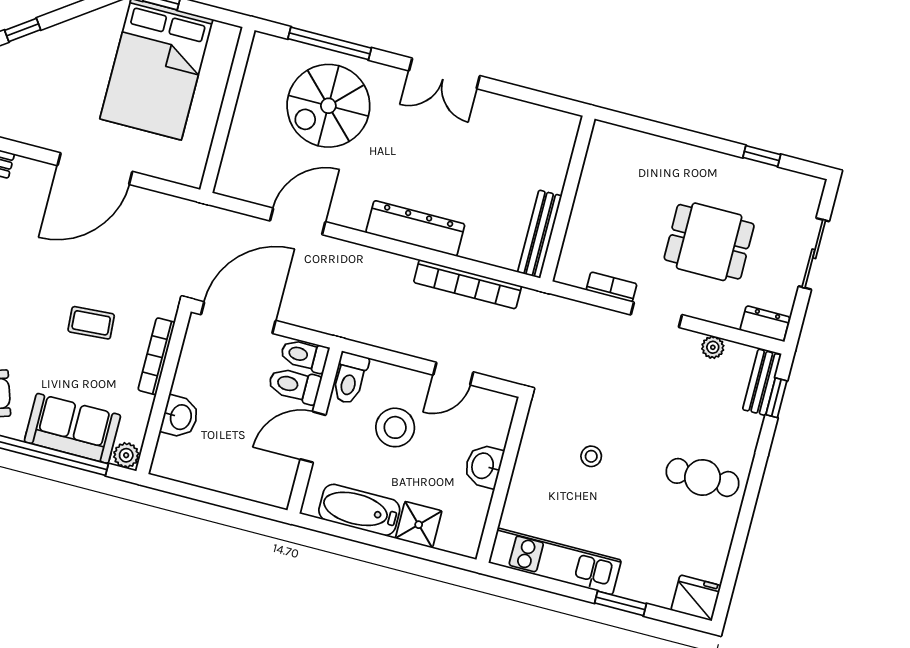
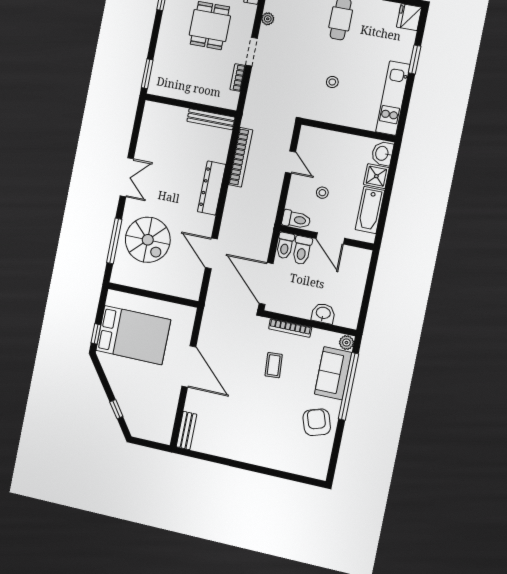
window: (630, 122) -> (147, 74), added
stool: (395, 427) -> (322, 193), width x0.53, depth x0.53
washbasin: (484, 466) -> (382, 153), moved, turned 90

